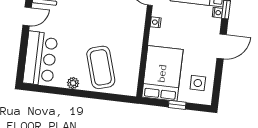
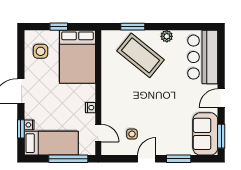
coffee table: (101, 67) -> (141, 55), turned -34
window: (105, 96) -> (133, 27), added

